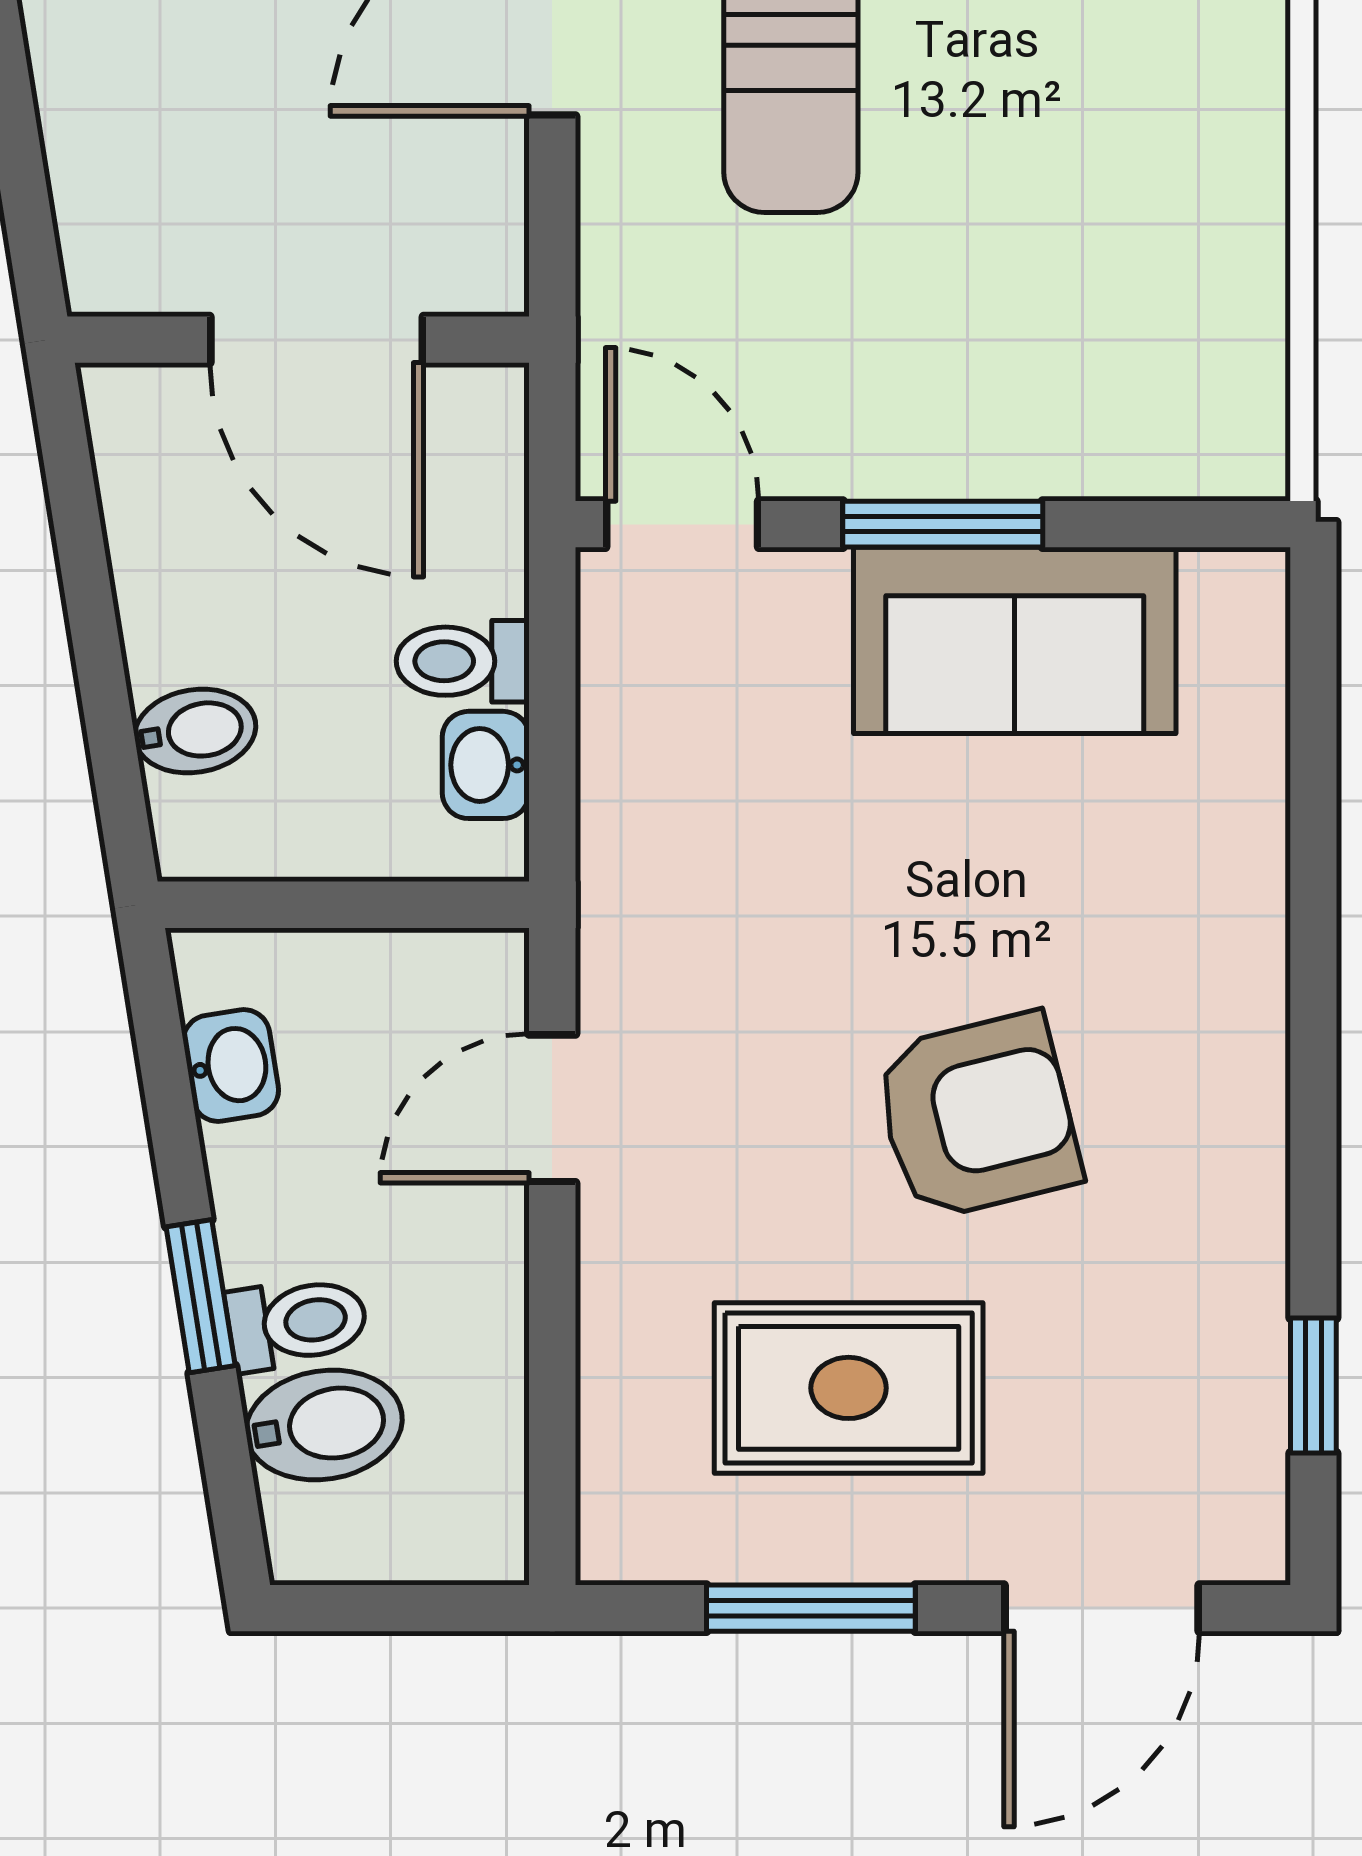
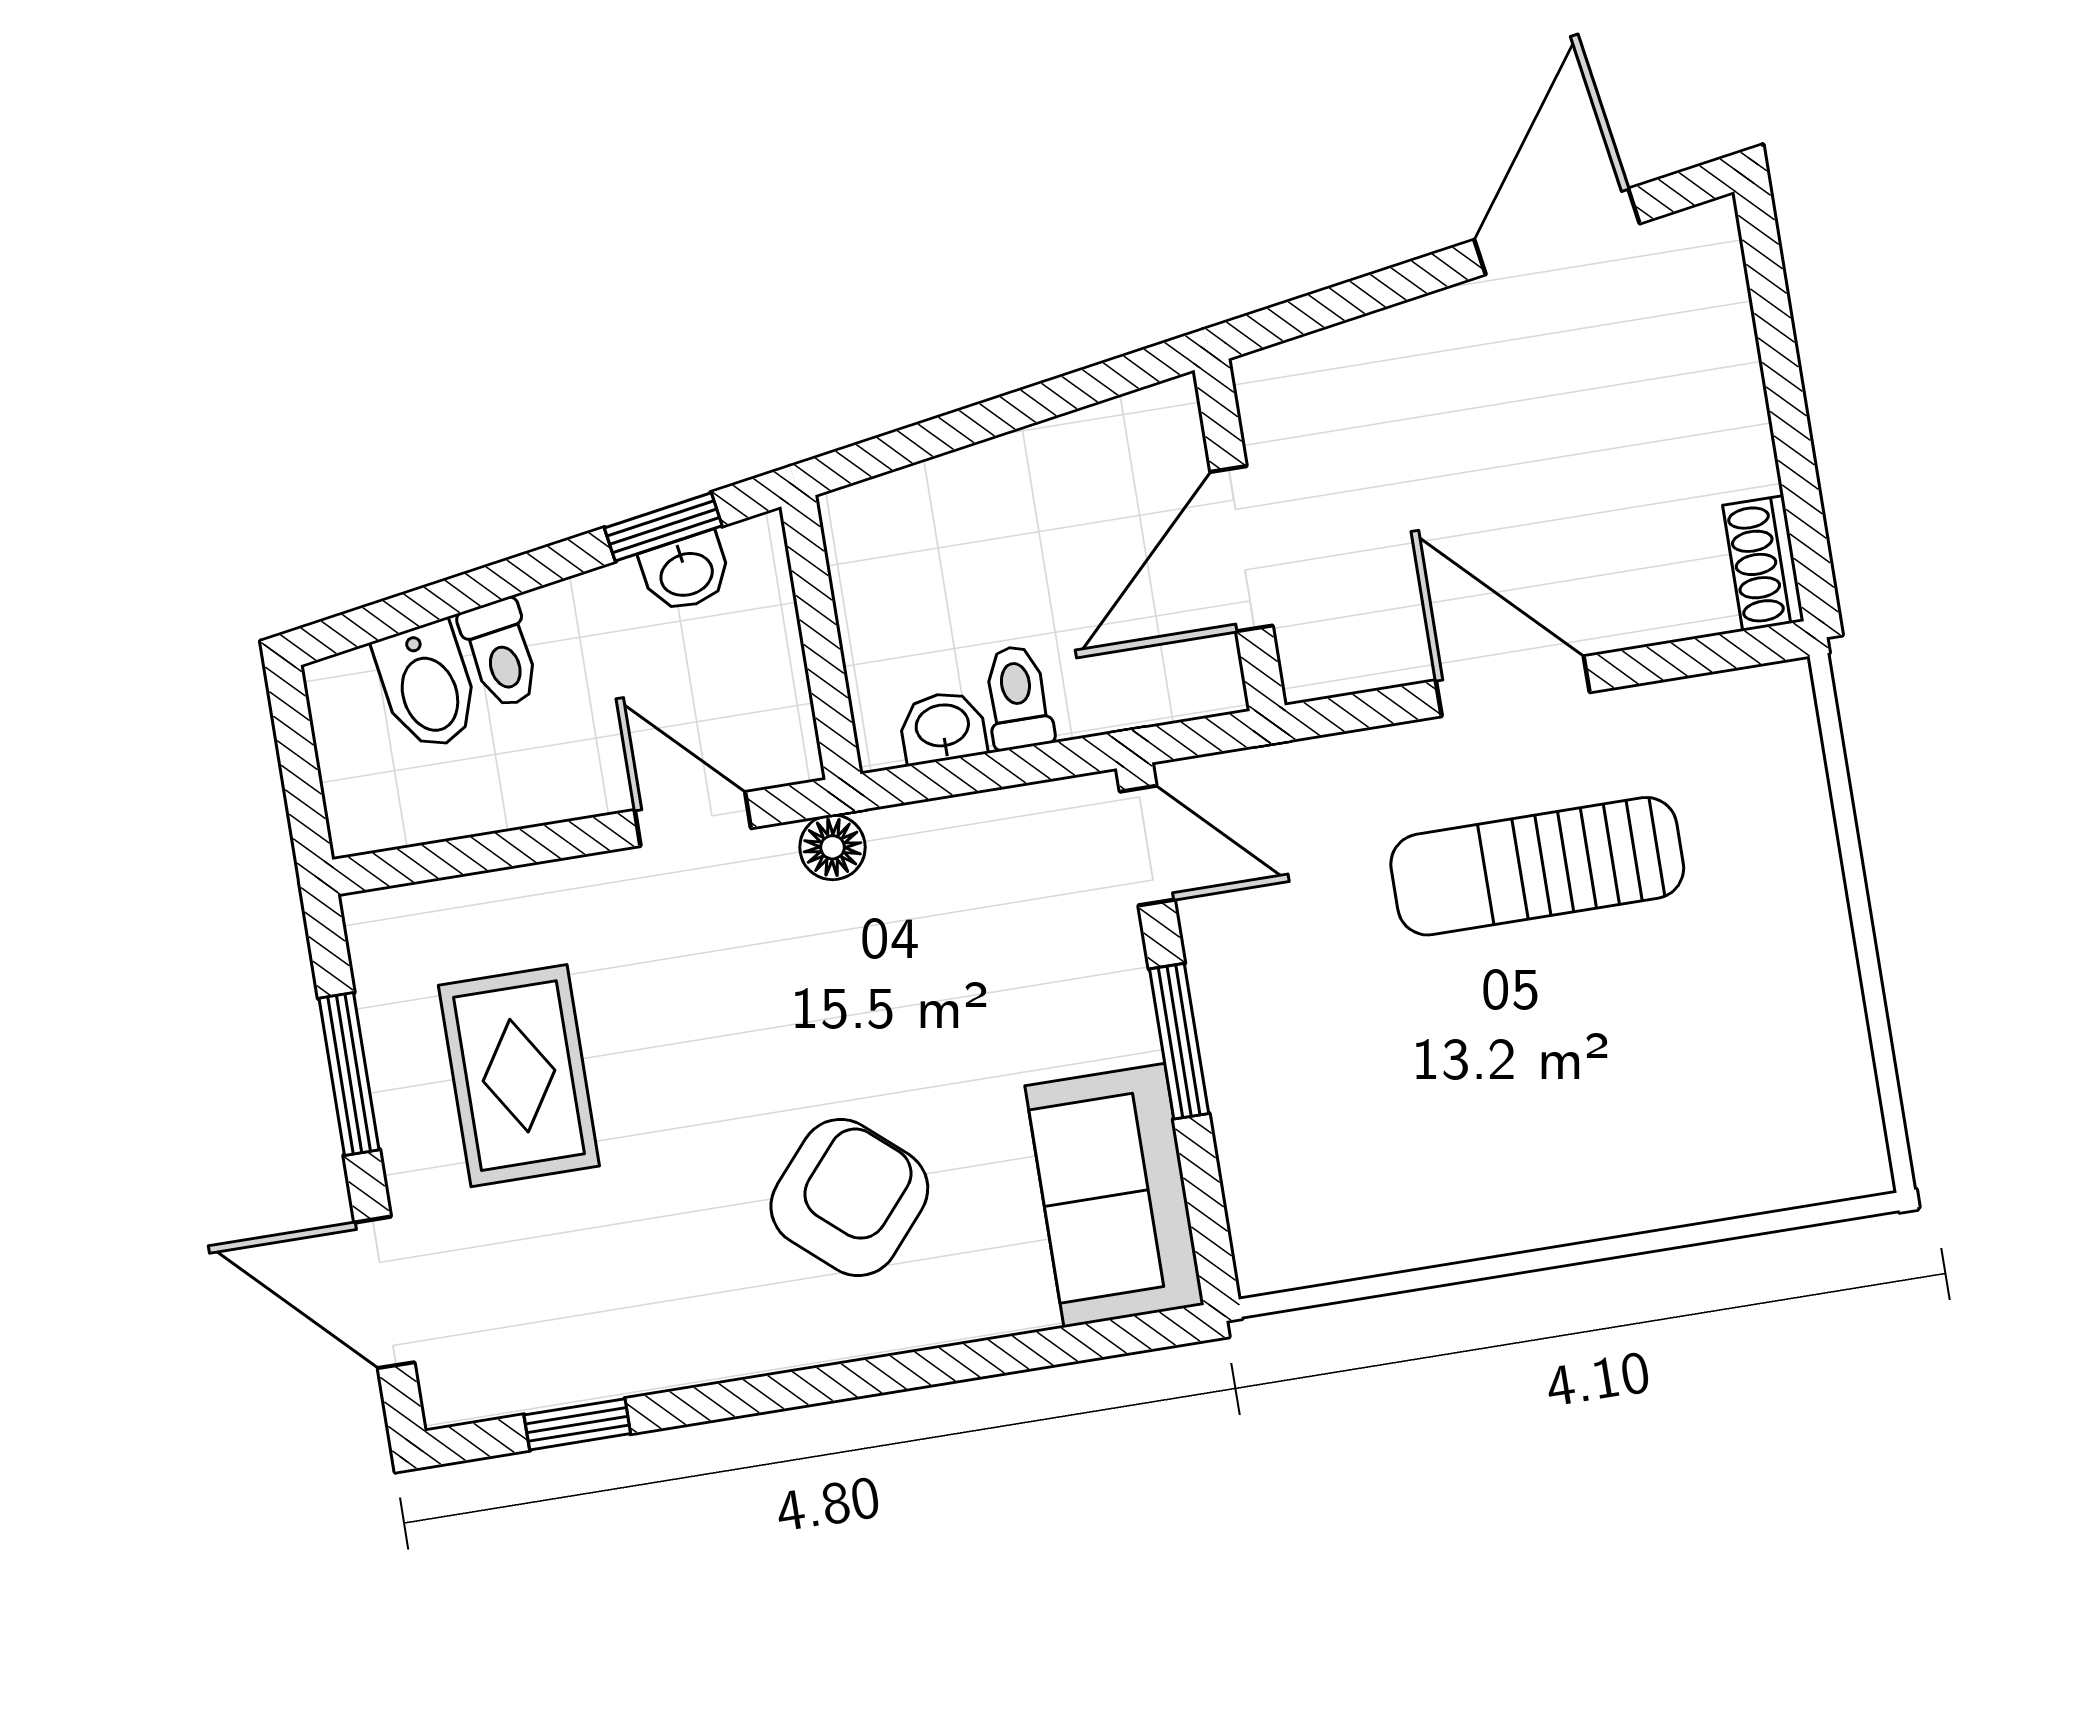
door: (682, 524) -> (1147, 846), hinge flipped
sofa: (1015, 640) -> (1114, 1195), moved
bidet: (195, 731) -> (933, 505), removed
floor lamp: (618, 933) -> (832, 847), added
armchair: (977, 1116) -> (849, 1197), moved, turned -125
window: (201, 1296) -> (663, 527), moved

